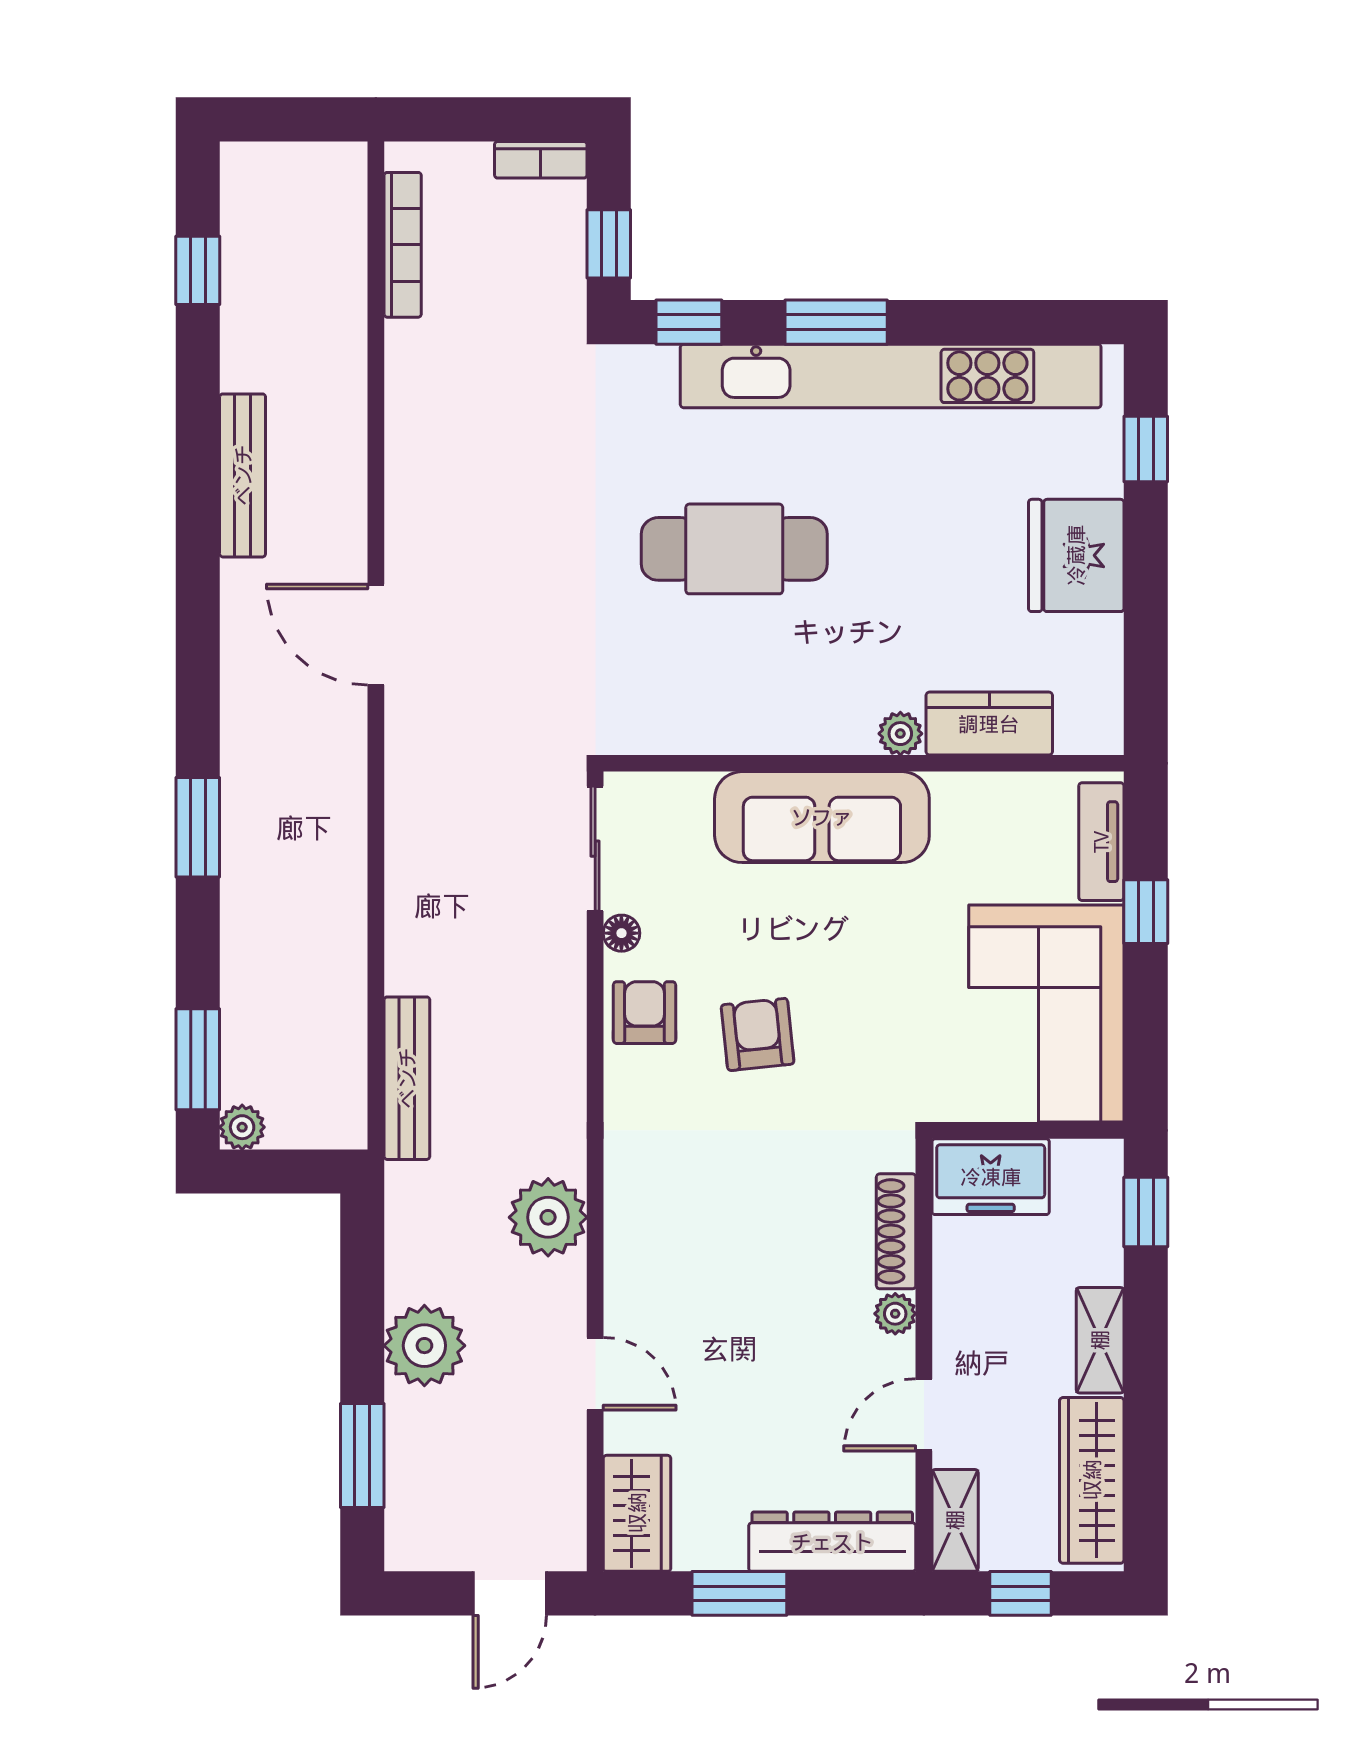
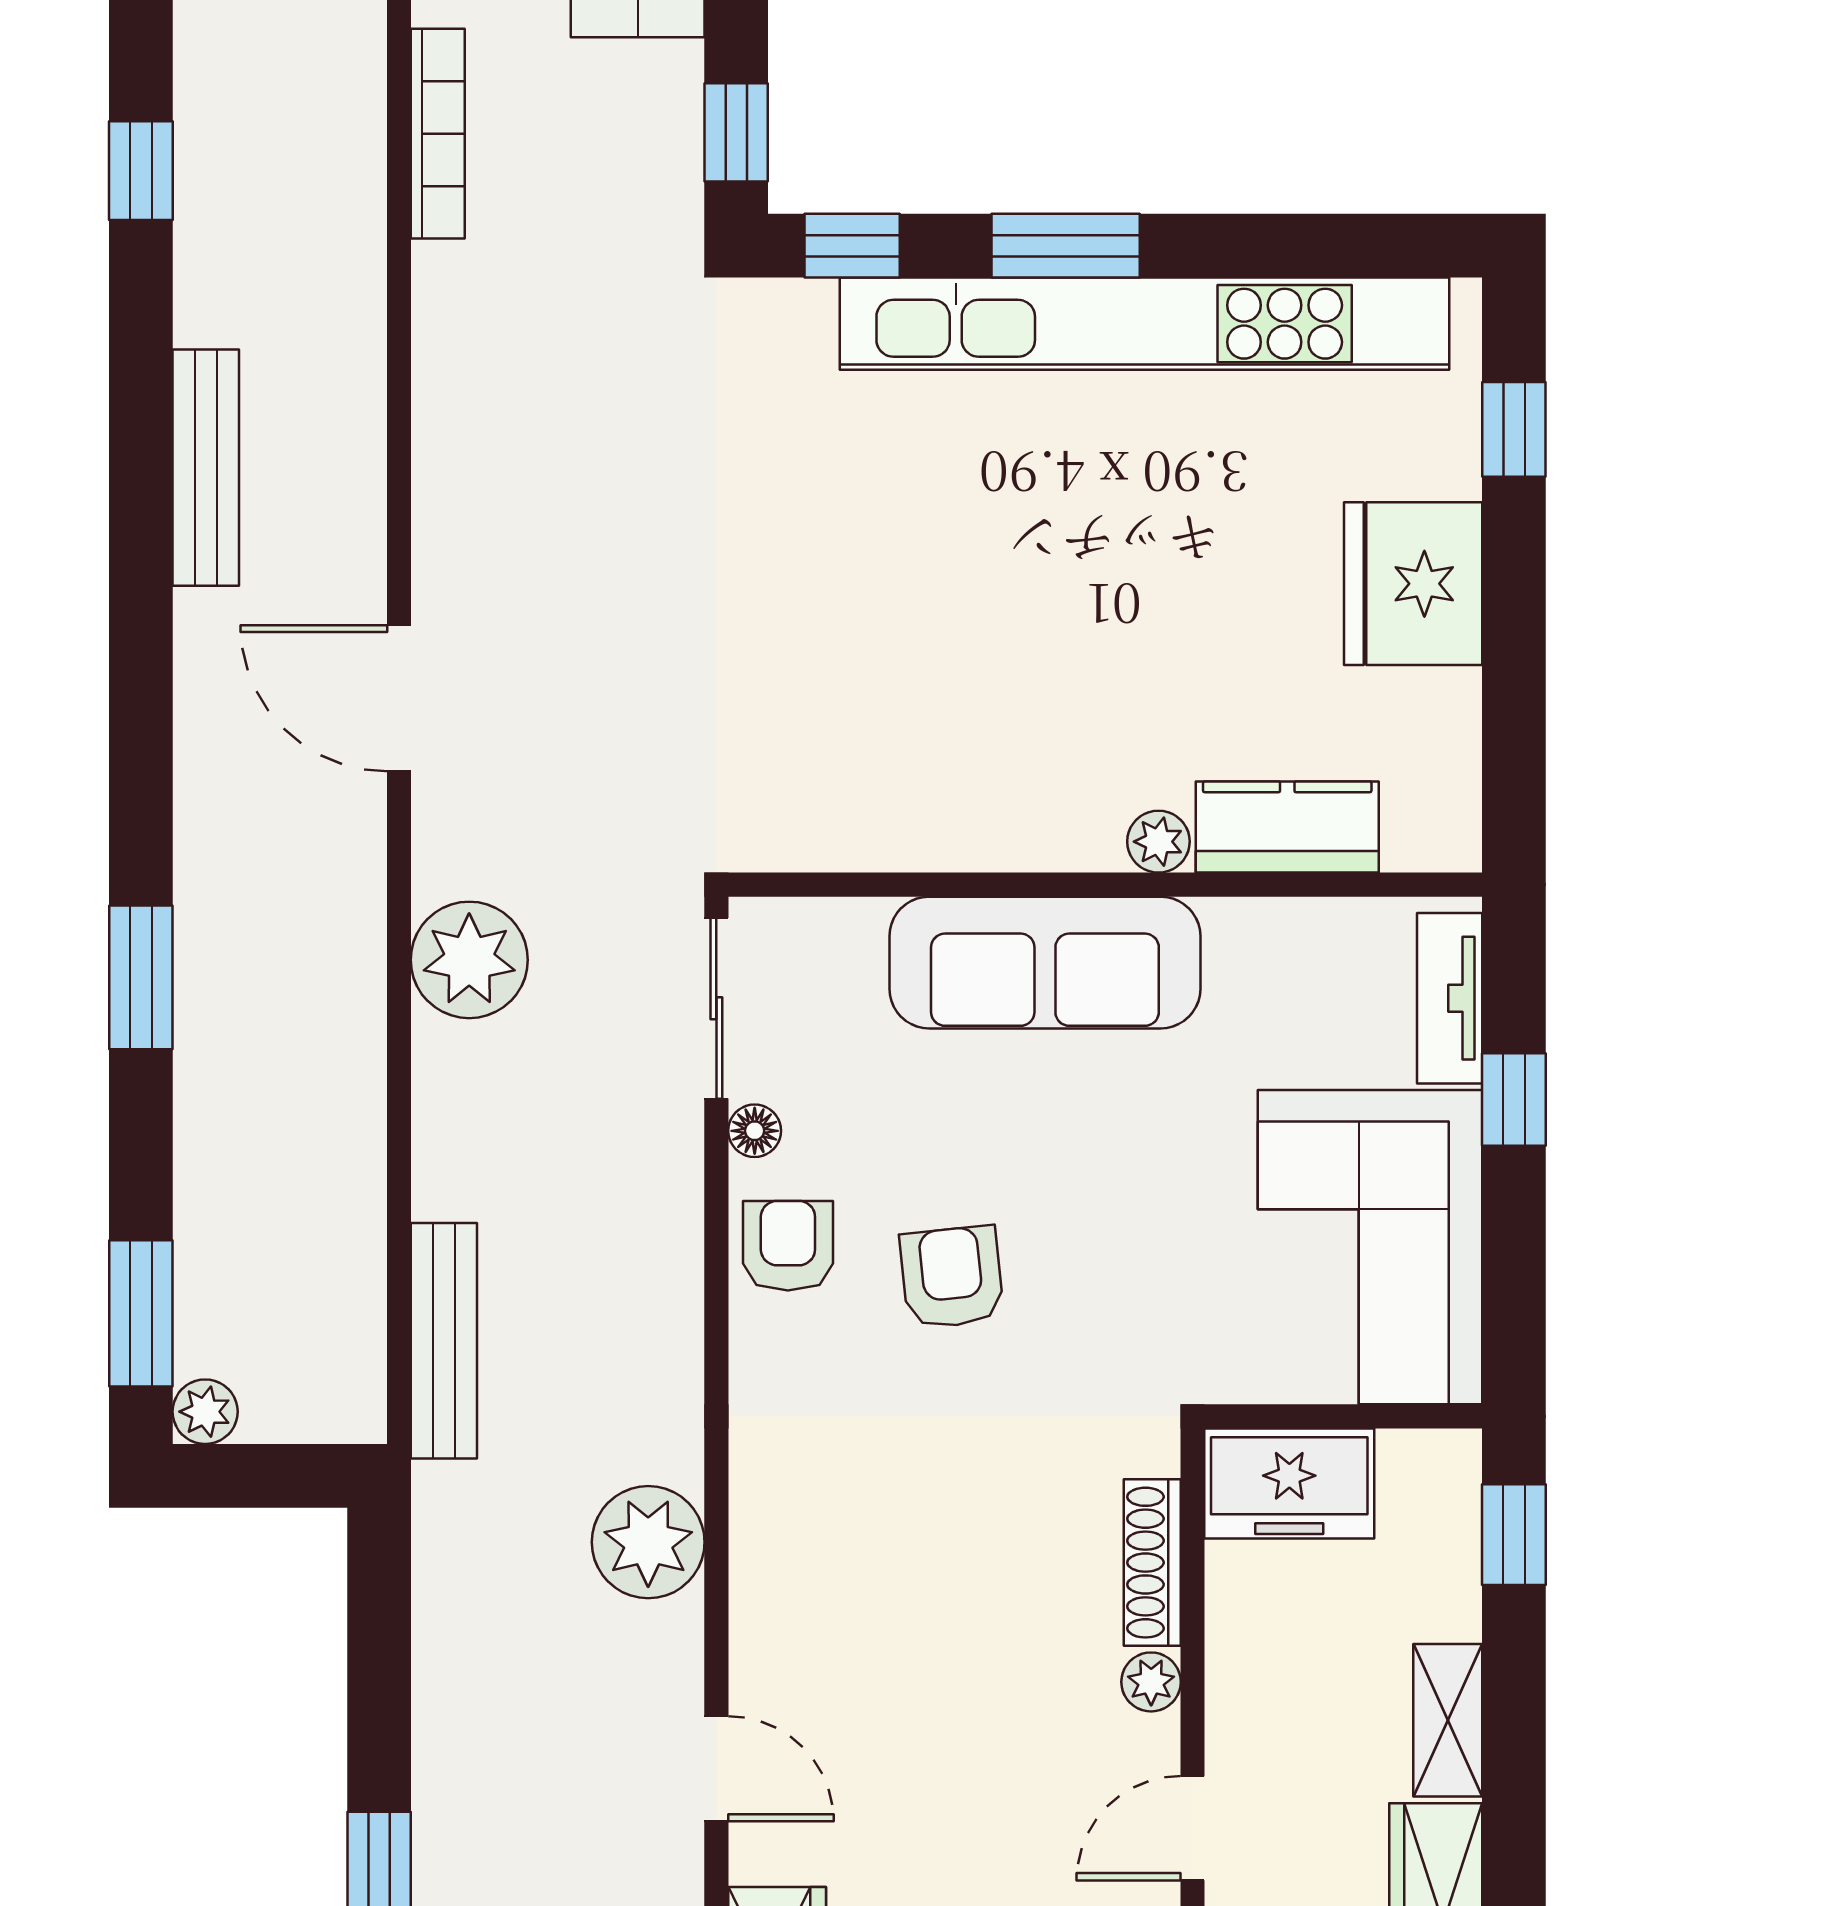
cafe table: (734, 549) -> (918, 574), removed
plant: (424, 1346) -> (469, 960), moved

